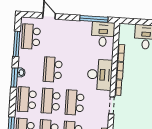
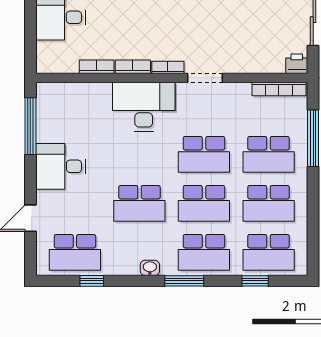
desk: (103, 34) -> (61, 166), moved
window: (17, 44) -> (92, 281), width x0.46
window: (14, 77) -> (184, 281), moved

